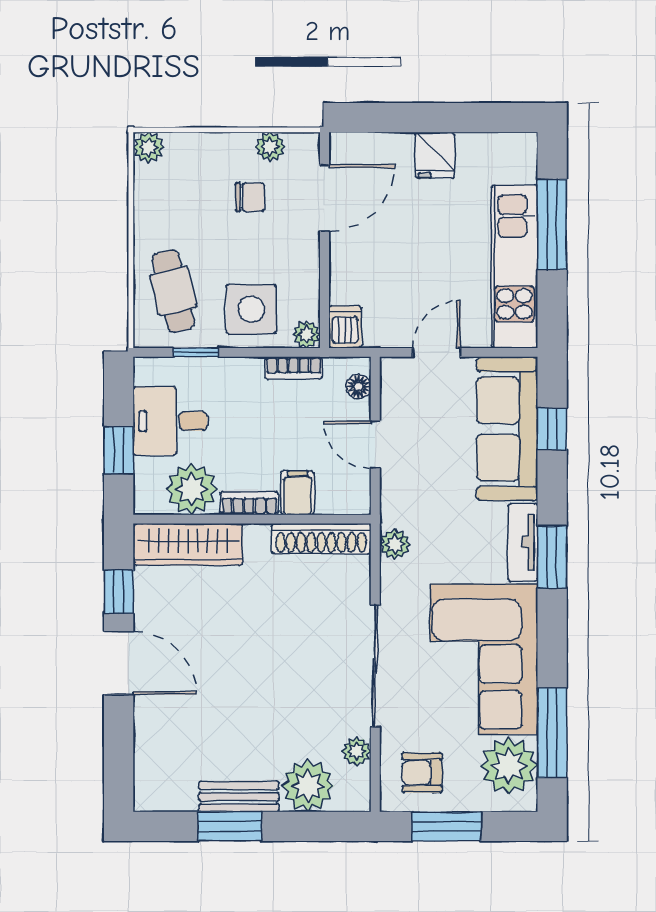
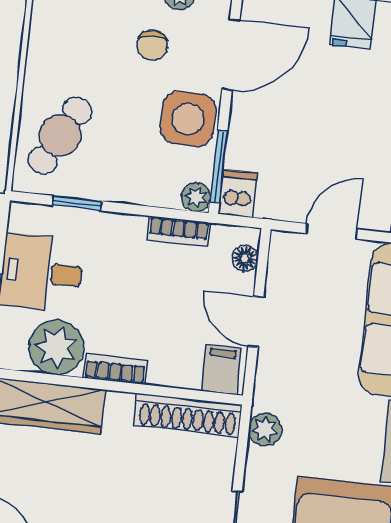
chair: (250, 197) -> (152, 45), turned 90
cafe table: (173, 291) -> (60, 136), turned 42
window: (324, 304) -> (219, 167), added
side table: (251, 309) -> (188, 119), moved
filing cabinet: (298, 493) -> (221, 369), moved

